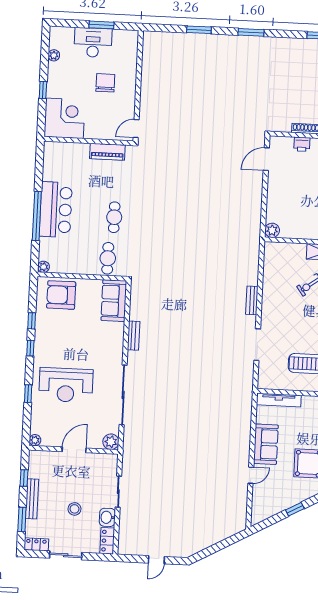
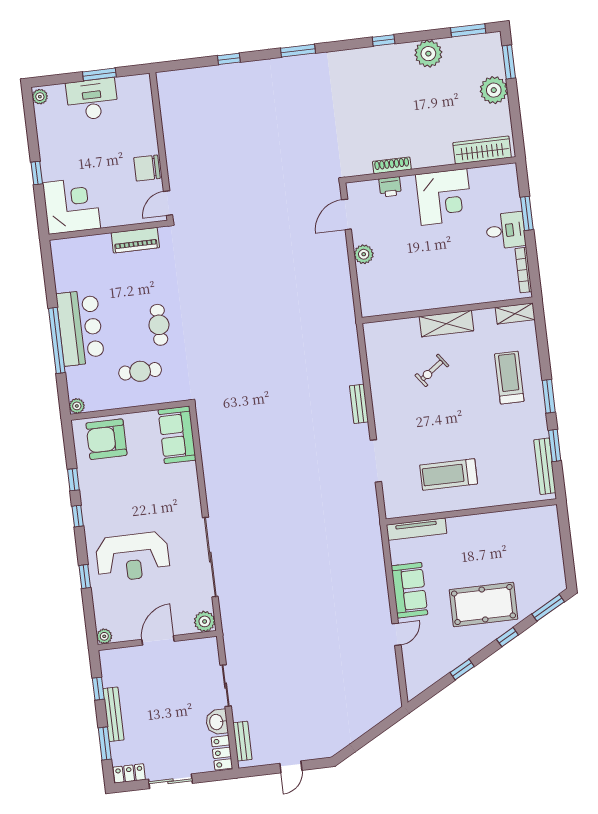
window: (199, 30) -> (229, 59), width x0.67
plant: (54, 55) -> (40, 97), moved
chair: (105, 83) -> (147, 168), moved, turned -90
plant: (272, 230) -> (364, 254), moved
cafe table: (108, 258) -> (140, 371), moved, turned 90
bench: (134, 336) -> (242, 741), moved
stool: (74, 509) -> (172, 718), removed

